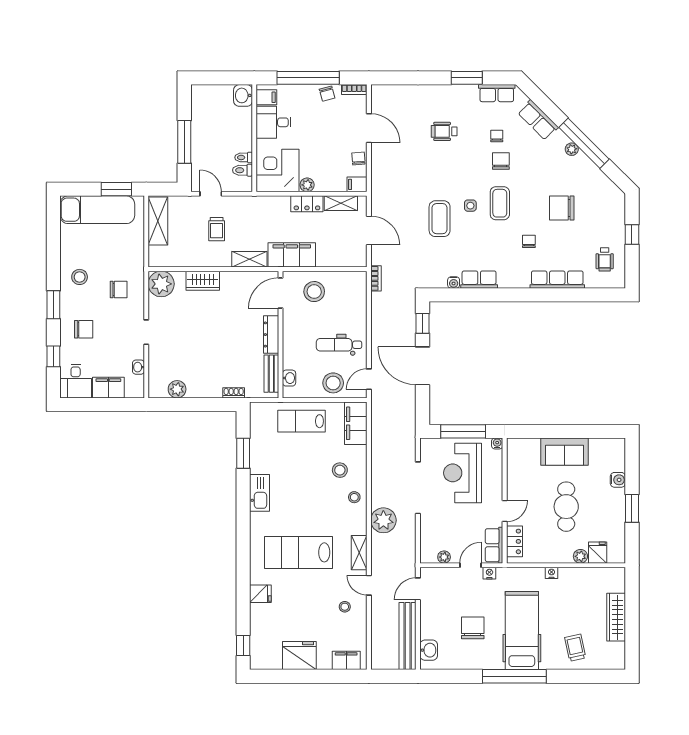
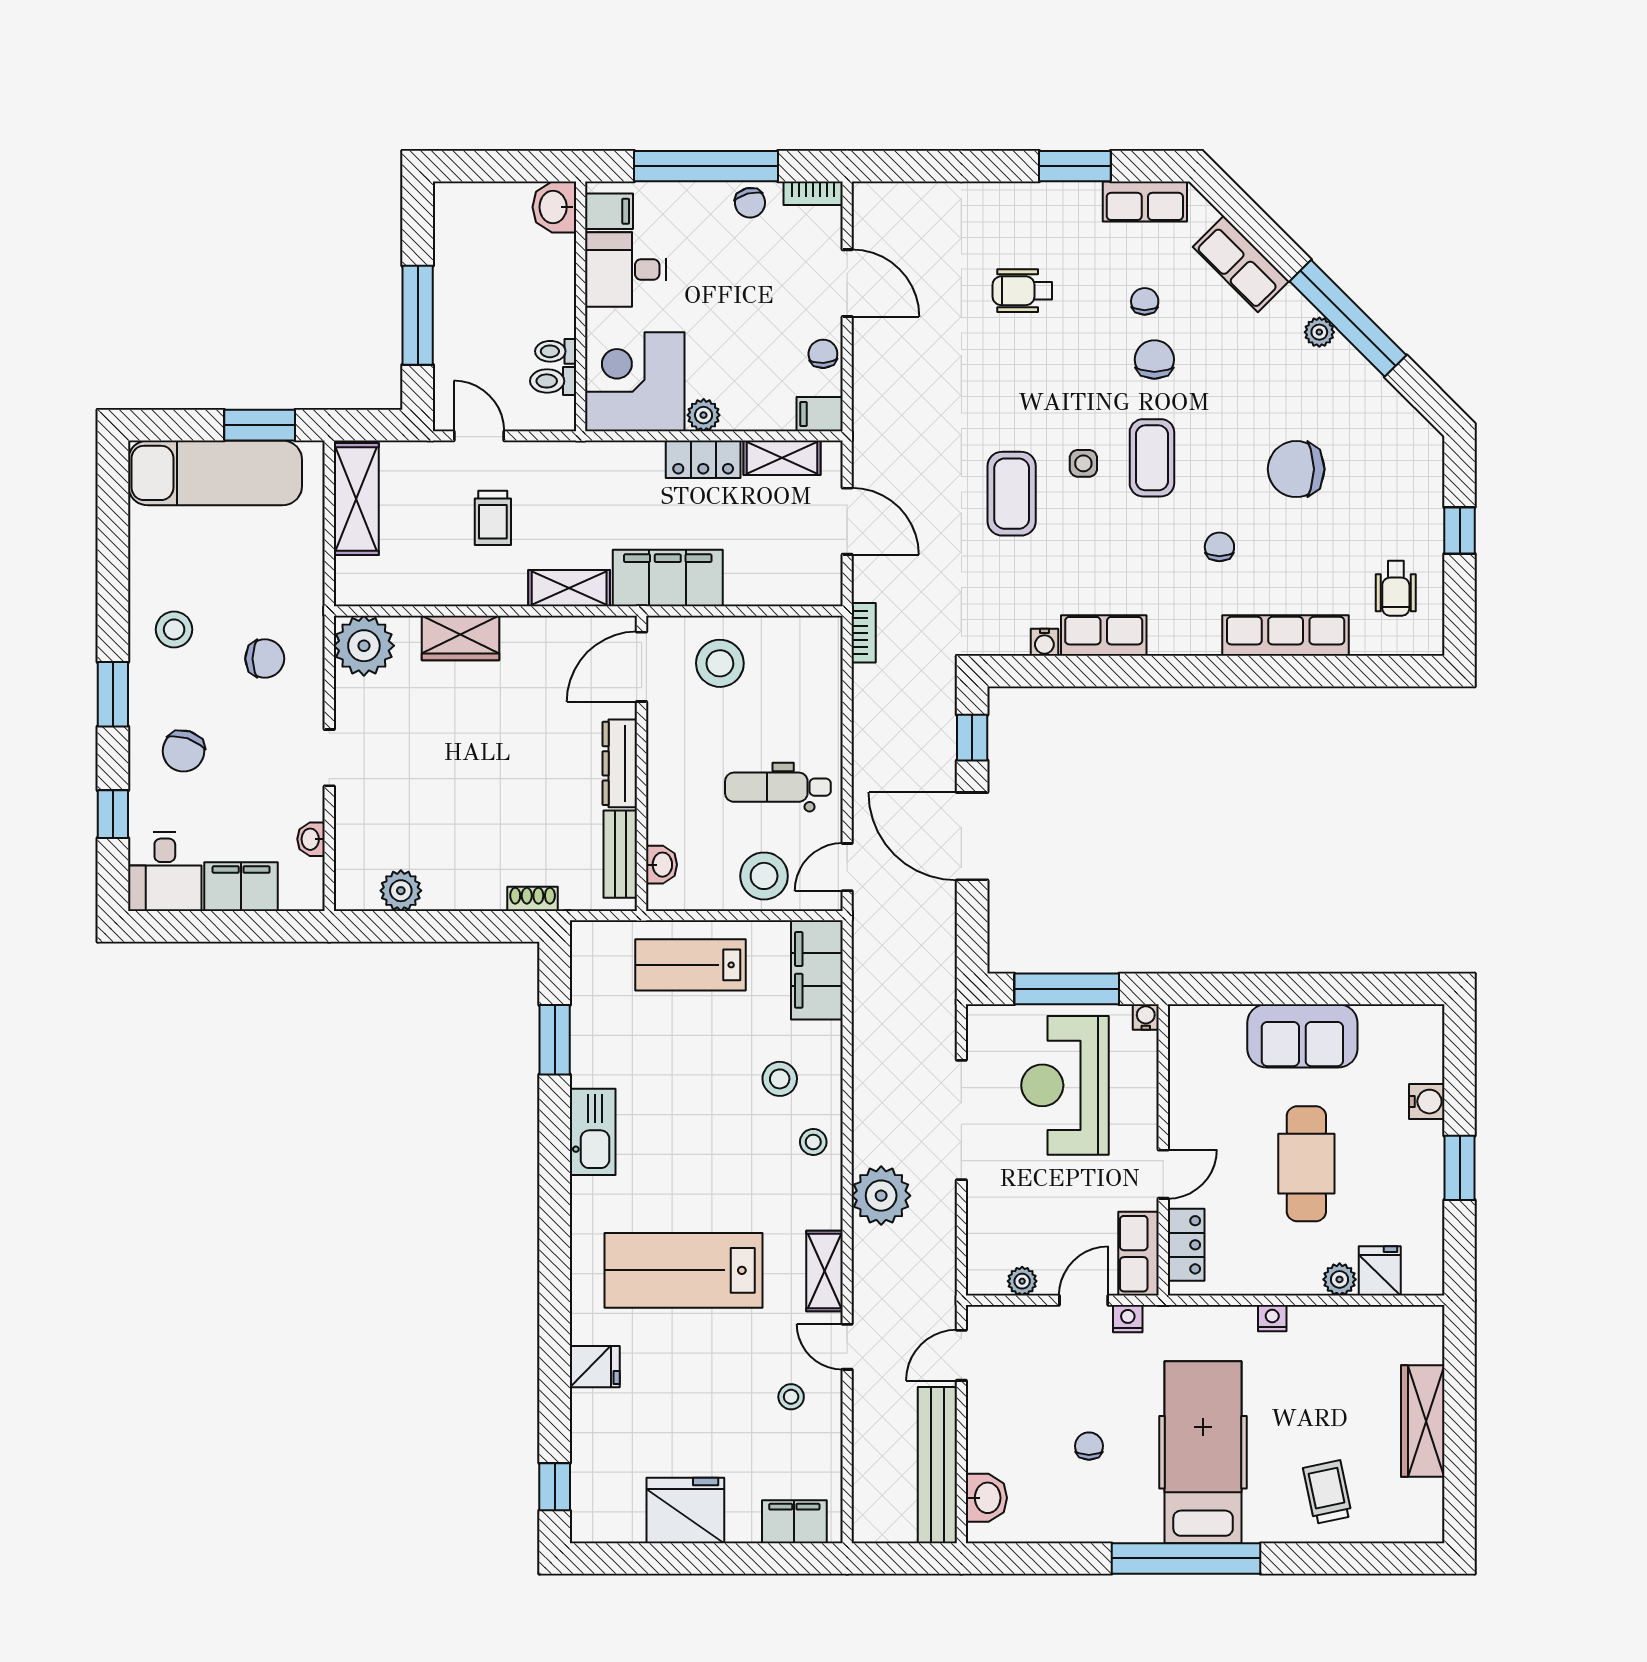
chair: (84, 329) -> (183, 751), turned 108
chair: (473, 628) -> (1089, 1446), width x0.54, depth x0.54

